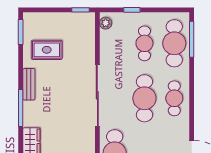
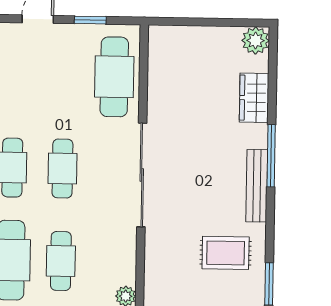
bench: (29, 84) -> (257, 186), width x1.36
cafe table: (144, 98) -> (62, 168), width x0.73, depth x0.74

